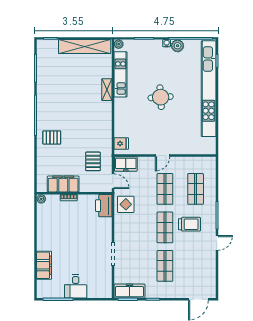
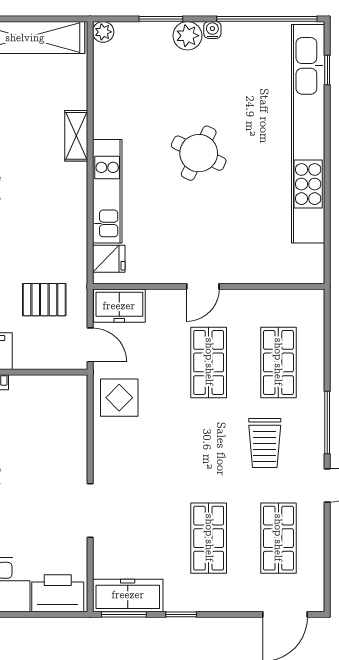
plant: (178, 46) -> (187, 36), moved
kitchen unit: (120, 74) -> (107, 191), moved
round table: (161, 97) -> (199, 153), turned 30
pallet: (93, 161) -> (44, 300), turned 90
printer: (104, 206) -> (58, 593), moved, turned 90
trolley: (190, 224) -> (265, 443), turned 90
shop shelf: (165, 227) -> (278, 538), moved

